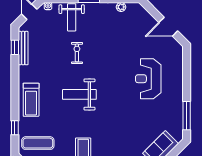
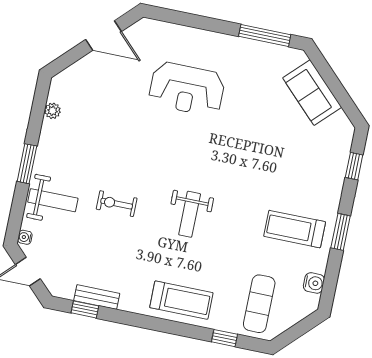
door: (168, 27) -> (104, 36), hinge flipped
bench: (23, 48) -> (97, 297), width x0.73
weight bench: (79, 94) -> (190, 214), width x0.73, depth x0.75

